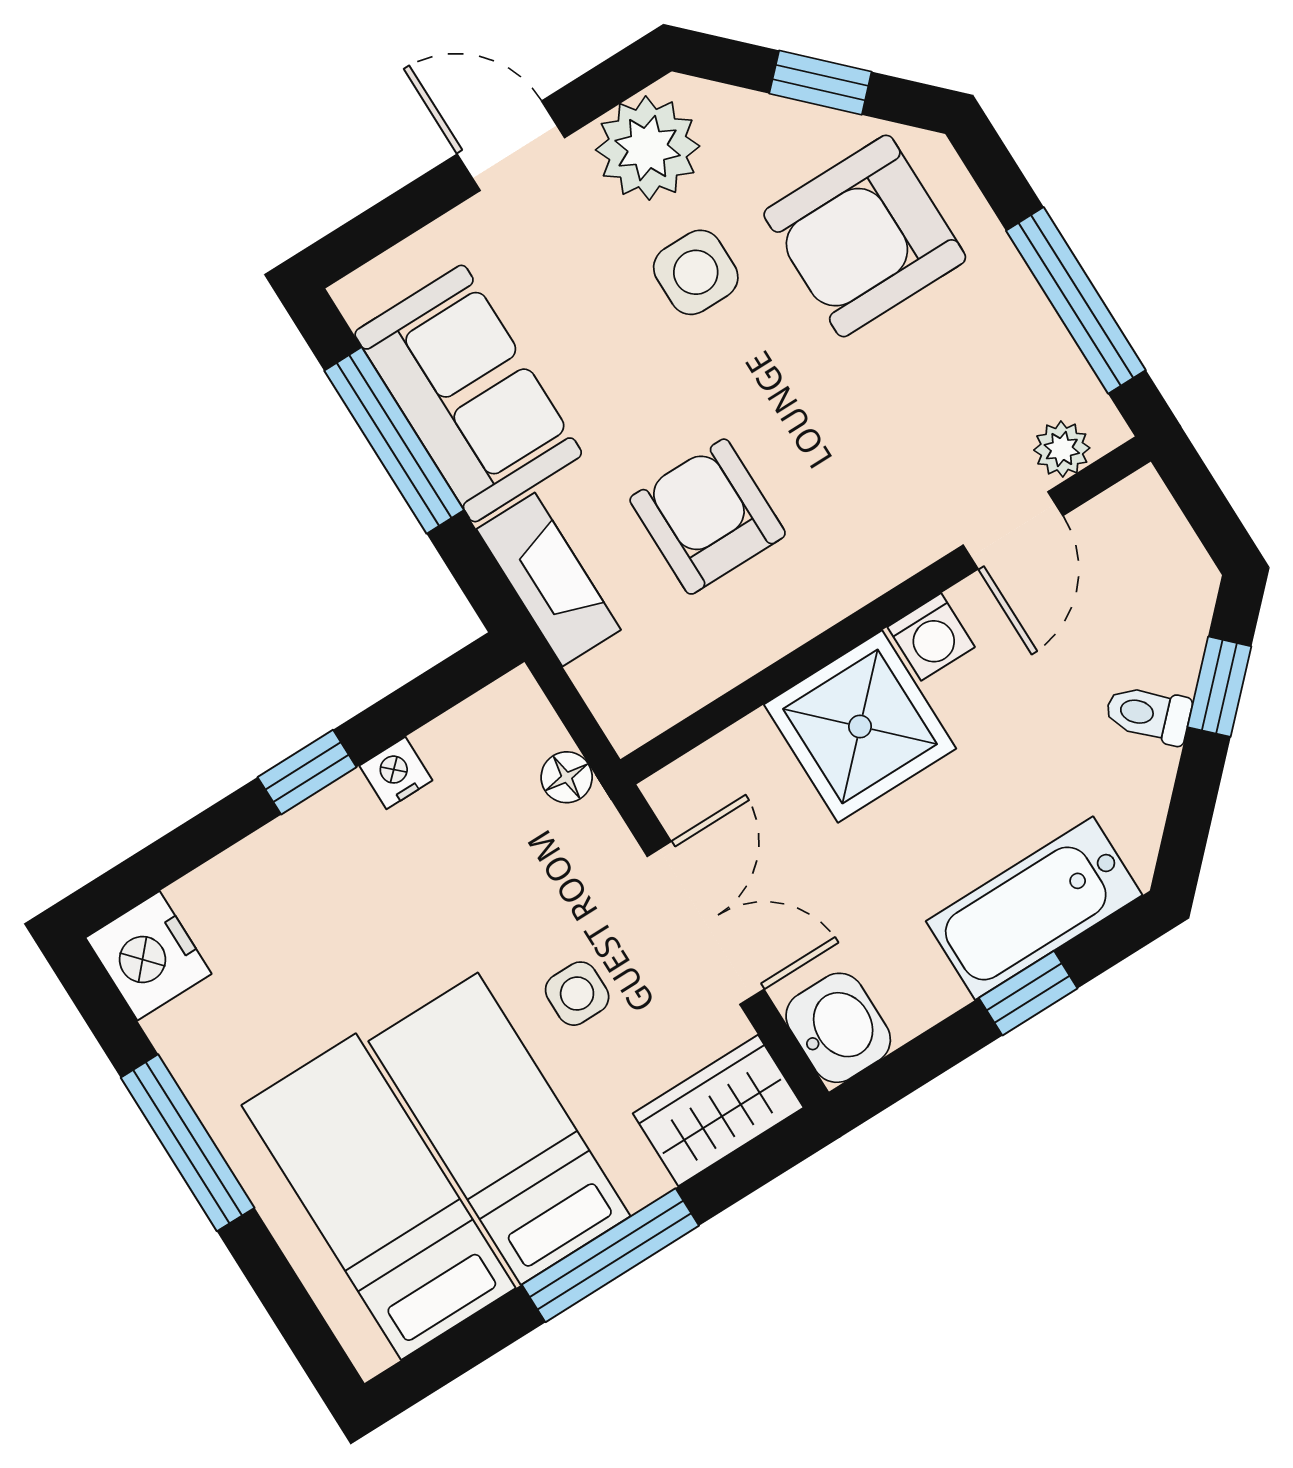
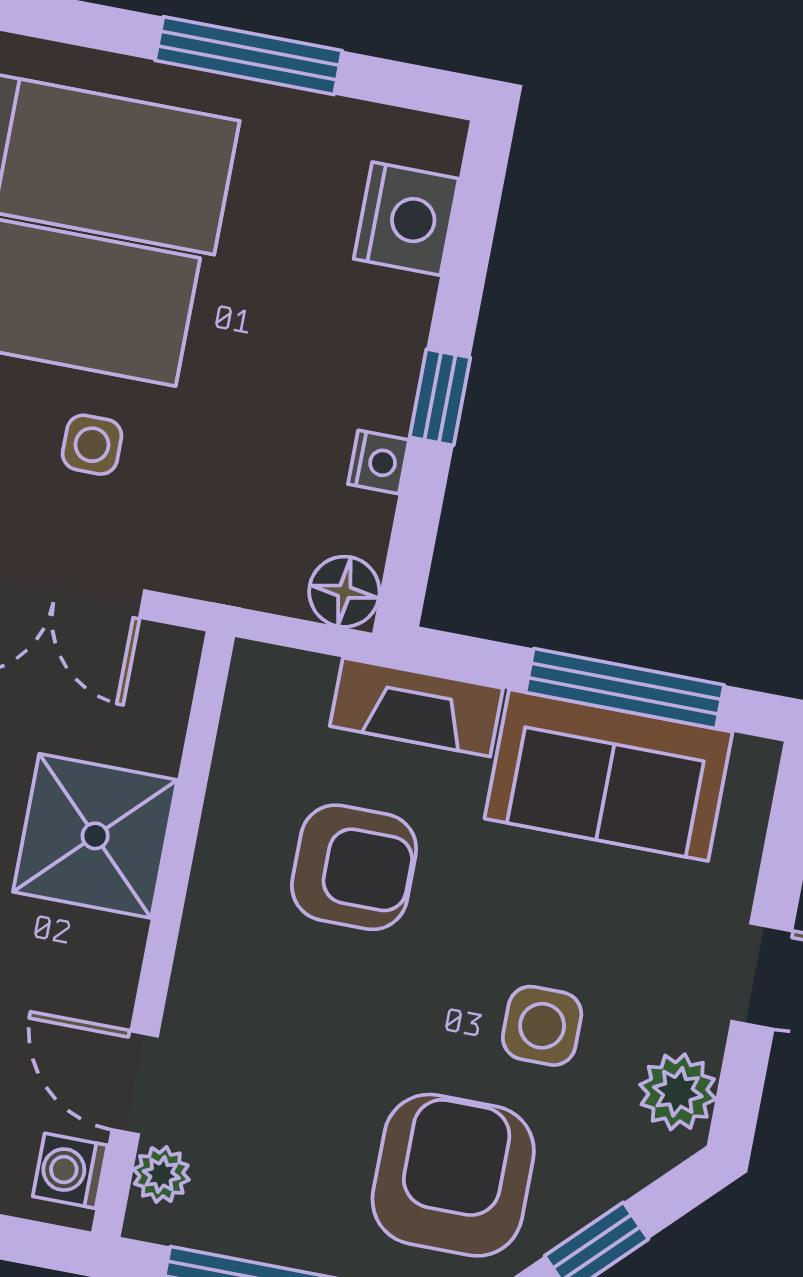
plant: (648, 148) -> (678, 1092), width x0.73, depth x0.73
washing machine: (931, 637) -> (70, 1171), moved
floor lamp: (567, 777) -> (344, 592), moved, width x1.37, depth x1.37
nightstand: (148, 956) -> (406, 219), moved, turned 90

